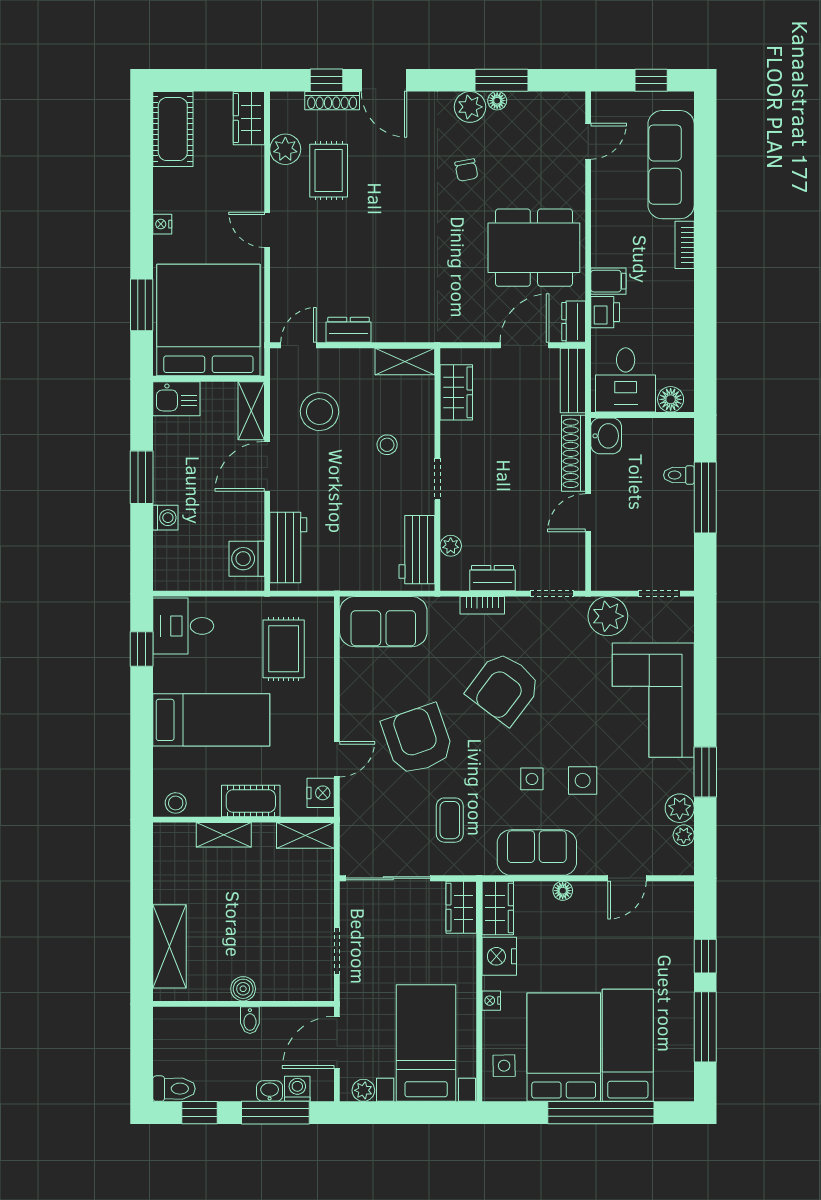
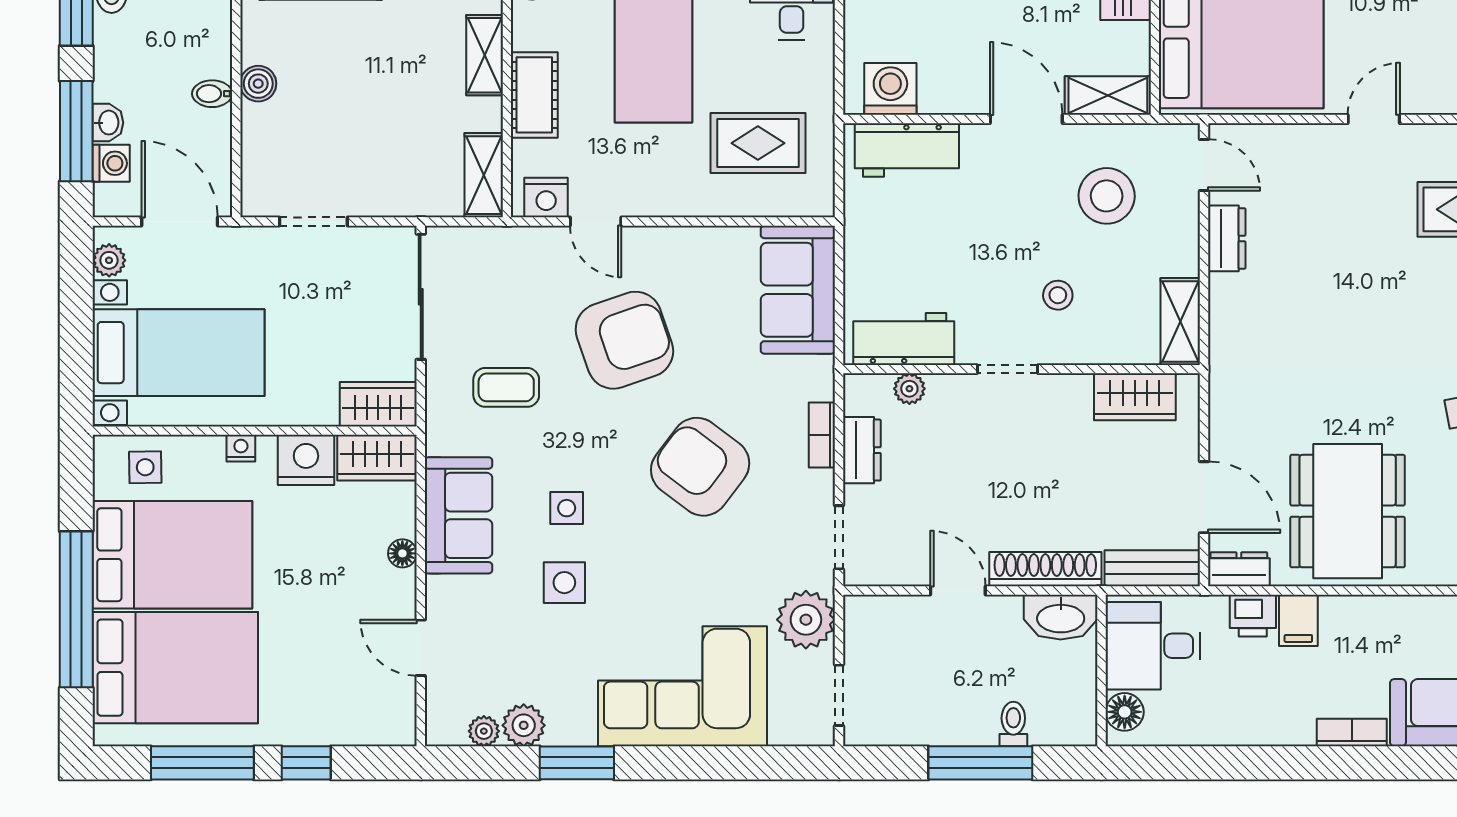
washbasin: (606, 436) -> (1061, 617), width x1.38
bed: (628, 1045) -> (175, 668), width x1.50

